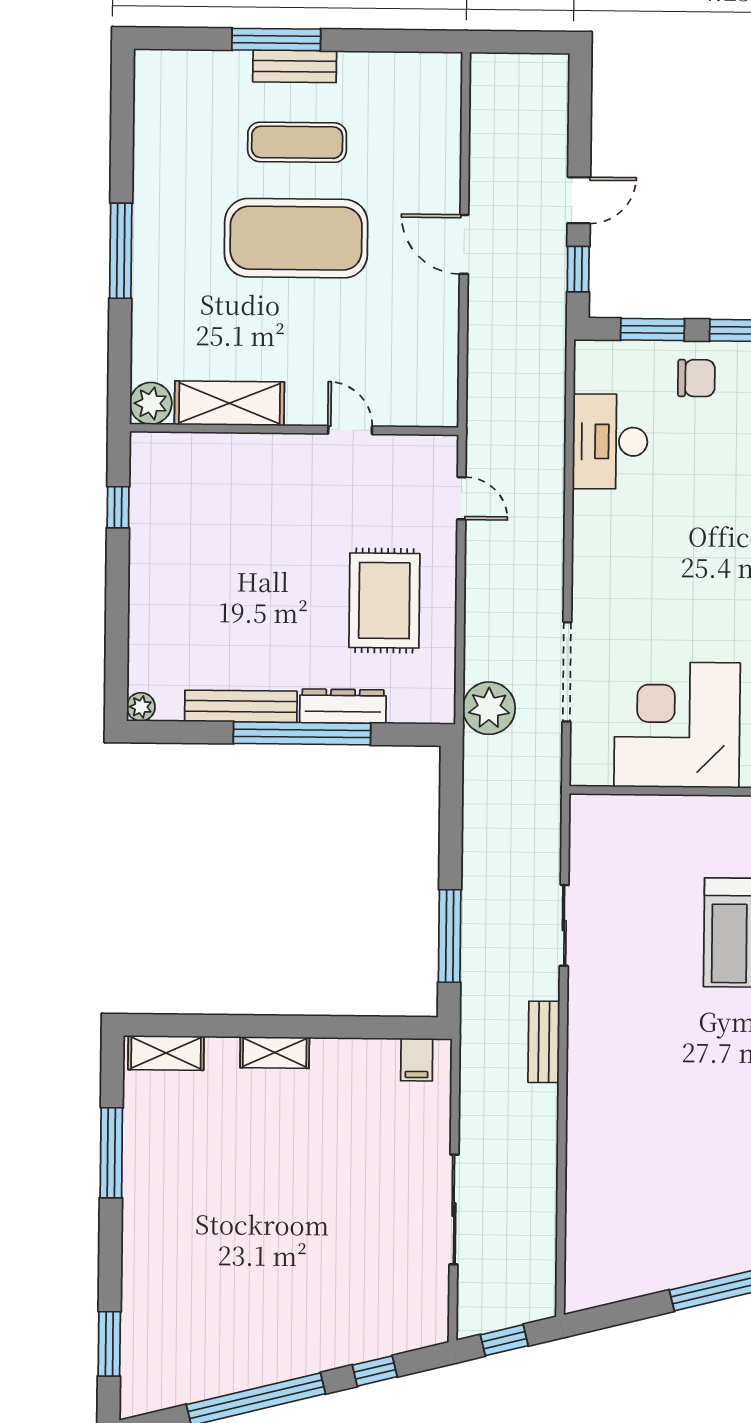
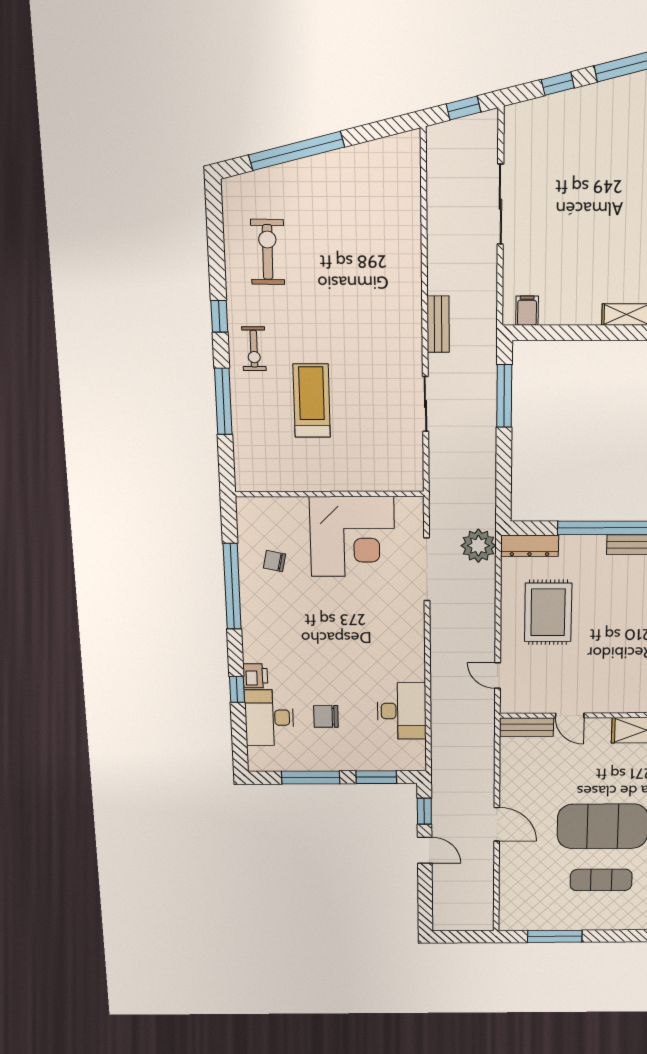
window: (276, 39) -> (555, 936), moved
bench: (295, 66) -> (526, 727), moved
door: (579, 200) -> (425, 850), swing flipped
chair: (696, 378) -> (326, 716), moved
dresser: (343, 706) -> (530, 546), moved

